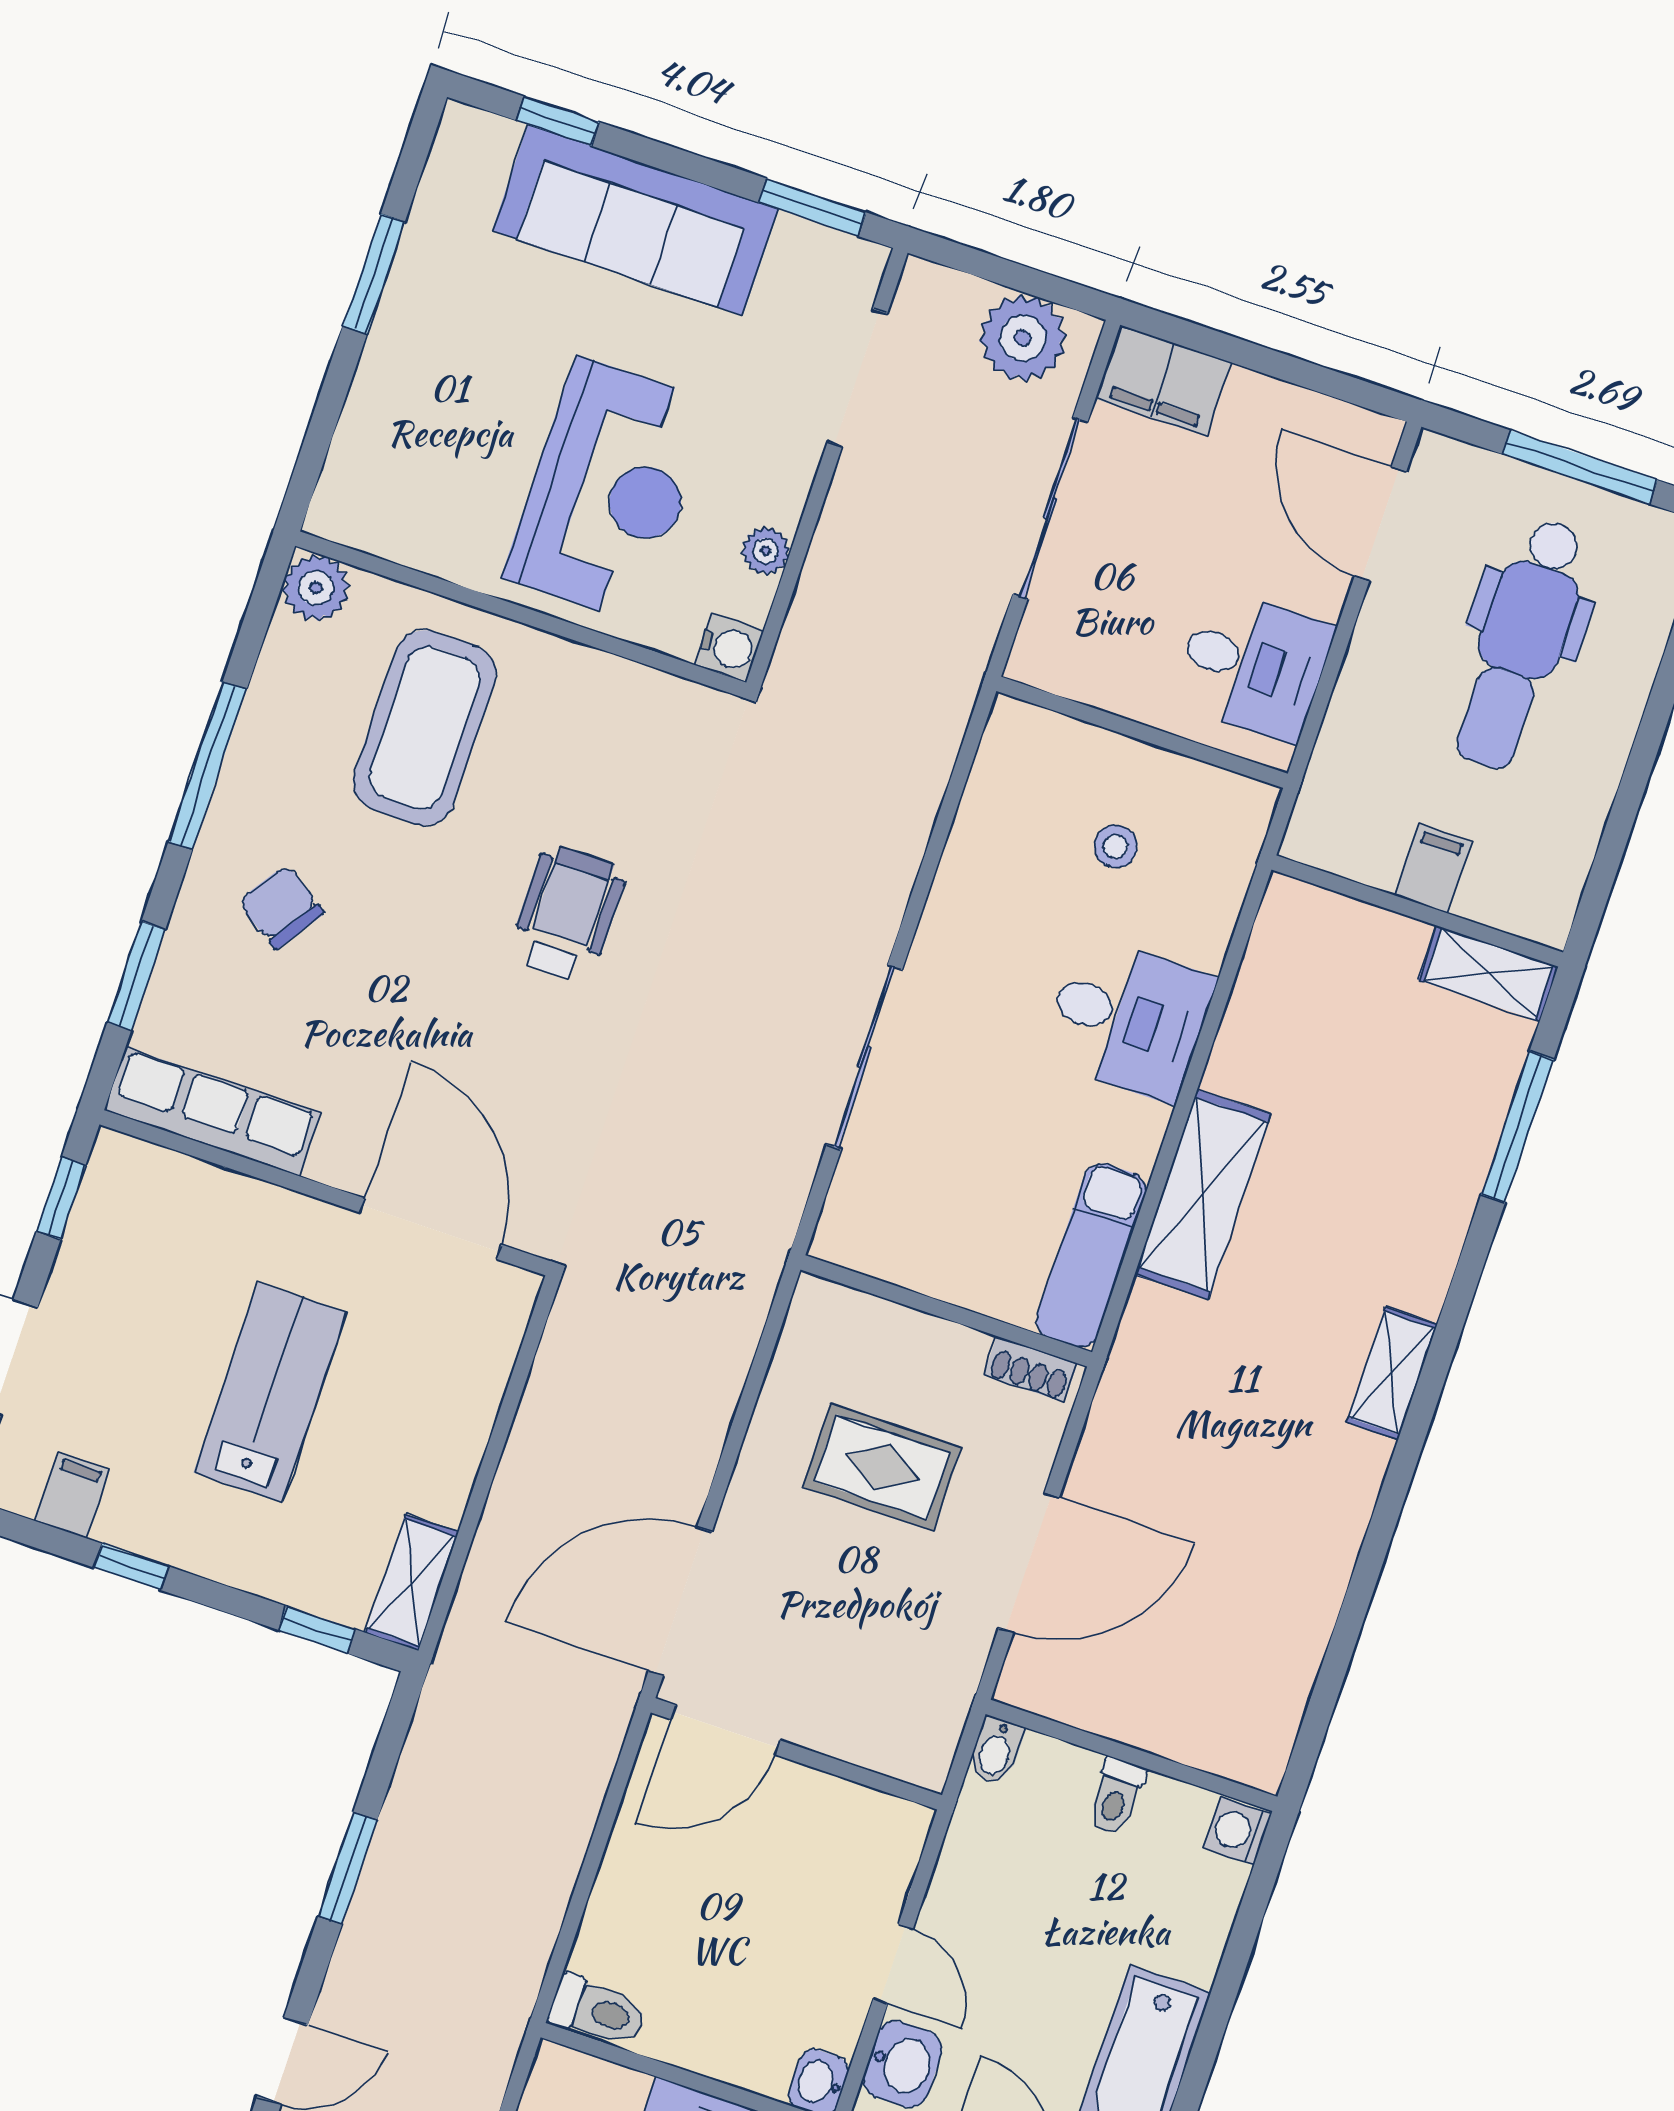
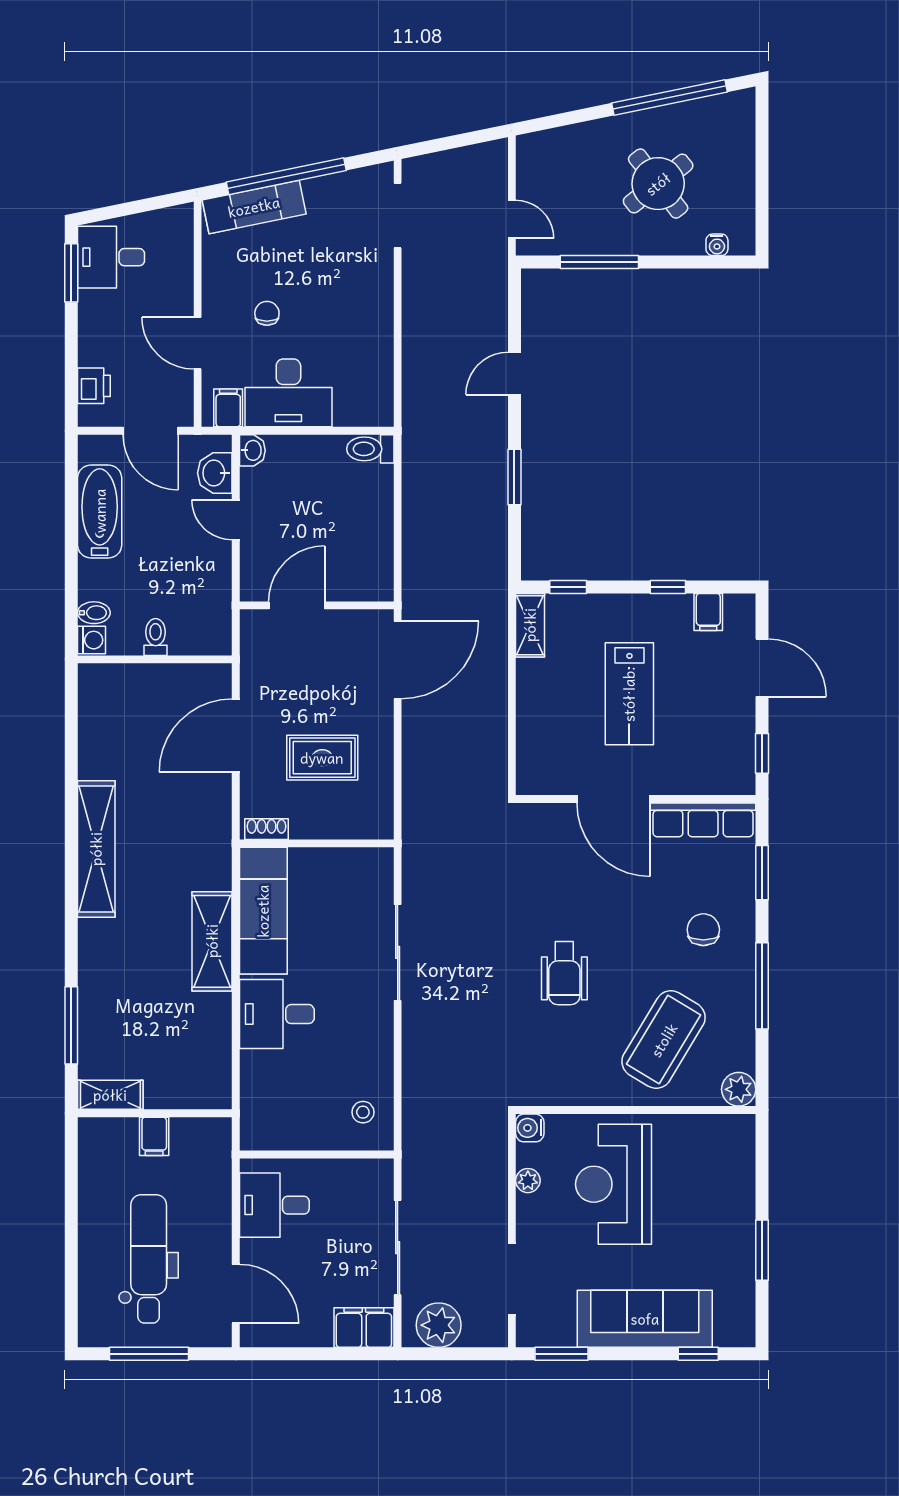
coffee table: (424, 728) -> (664, 1040), turned 31
stool: (1116, 846) -> (363, 1112), moved
chair: (281, 907) -> (703, 930), turned -124
door: (431, 1229) -> (614, 799), moved
exam couch: (1091, 1256) -> (263, 911), width x1.36, depth x1.45
shelving: (1392, 1373) -> (96, 849), width x2.20, depth x1.33
door: (725, 1730) -> (297, 605), moved
bidet: (996, 1751) -> (94, 613), moved, turned 90

